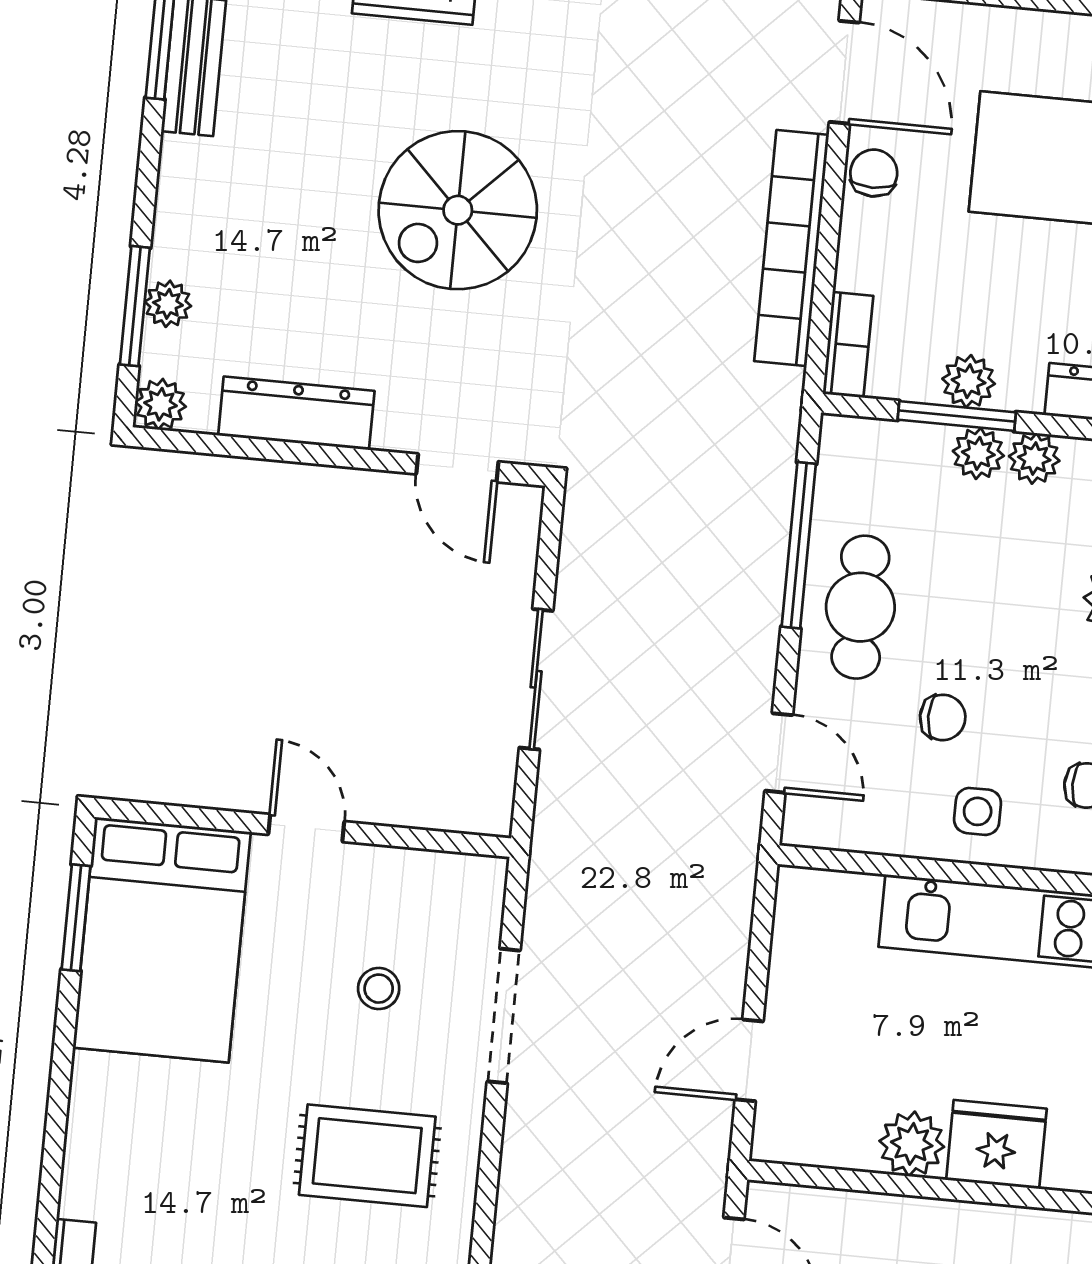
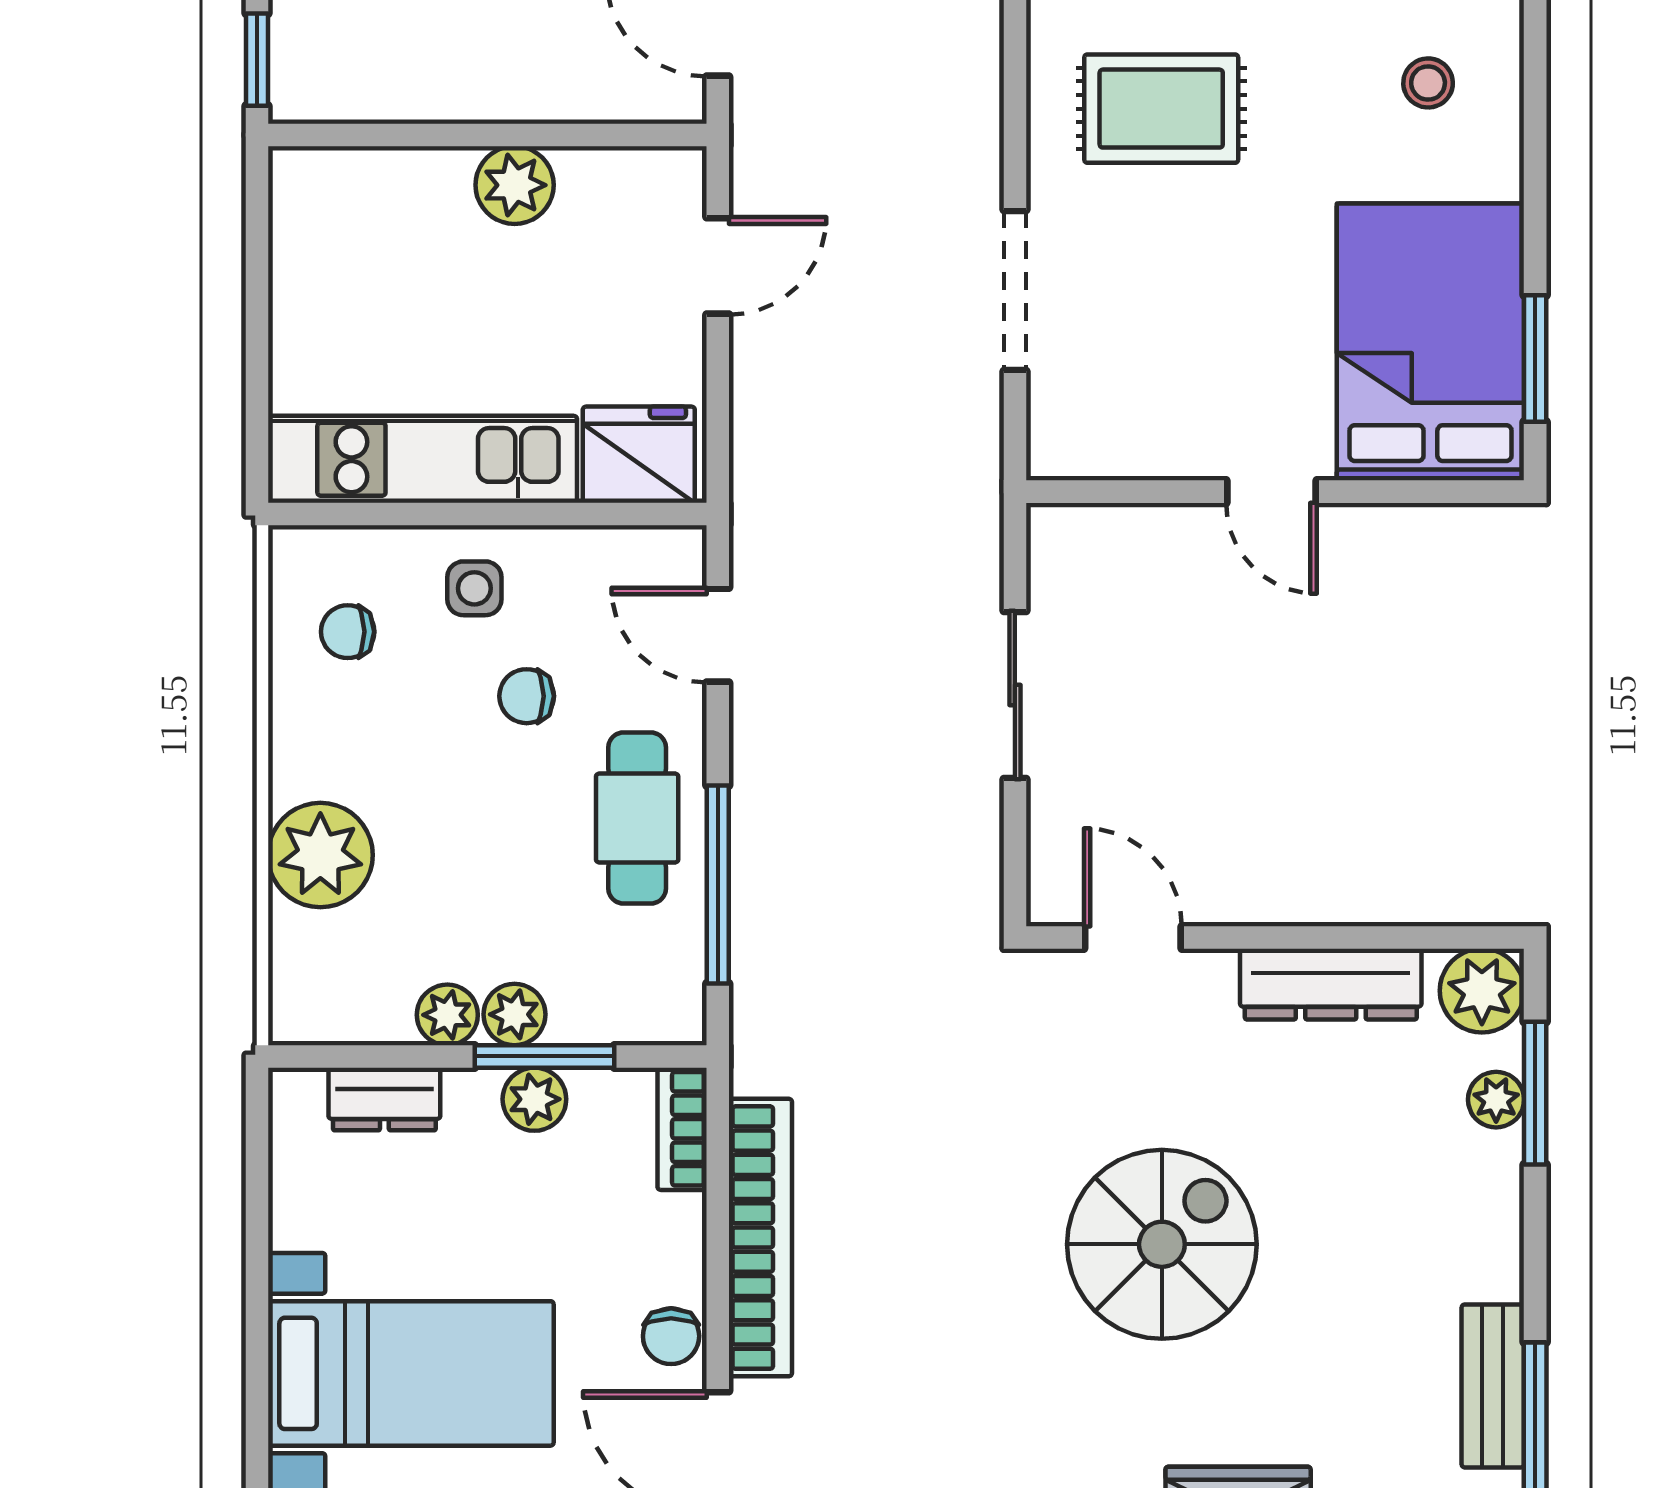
plant: (161, 404) -> (1482, 991), width x1.38, depth x1.38
stool: (379, 989) -> (1428, 83), moved
fridge: (996, 1144) -> (639, 455), moved, turned 180

